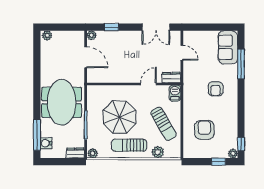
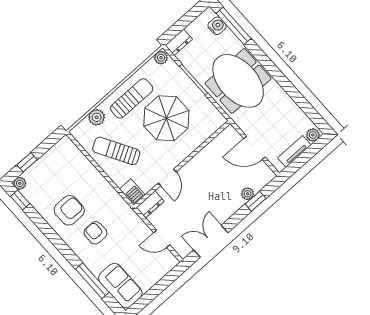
tv unit: (65, 35) -> (294, 151), added
plant: (91, 35) -> (248, 194), moved
armchair: (204, 130) -> (69, 210), moved, turned -90

